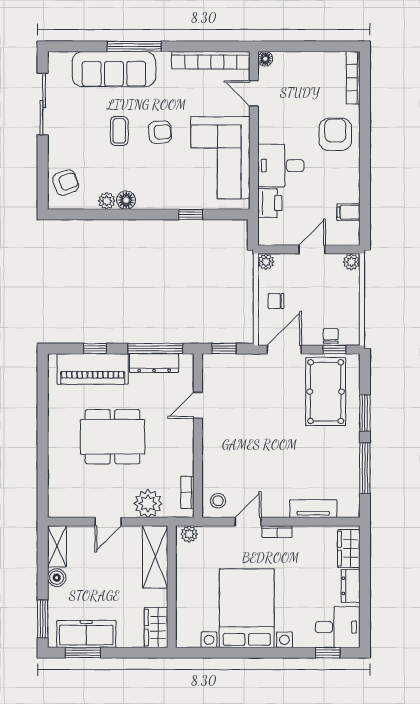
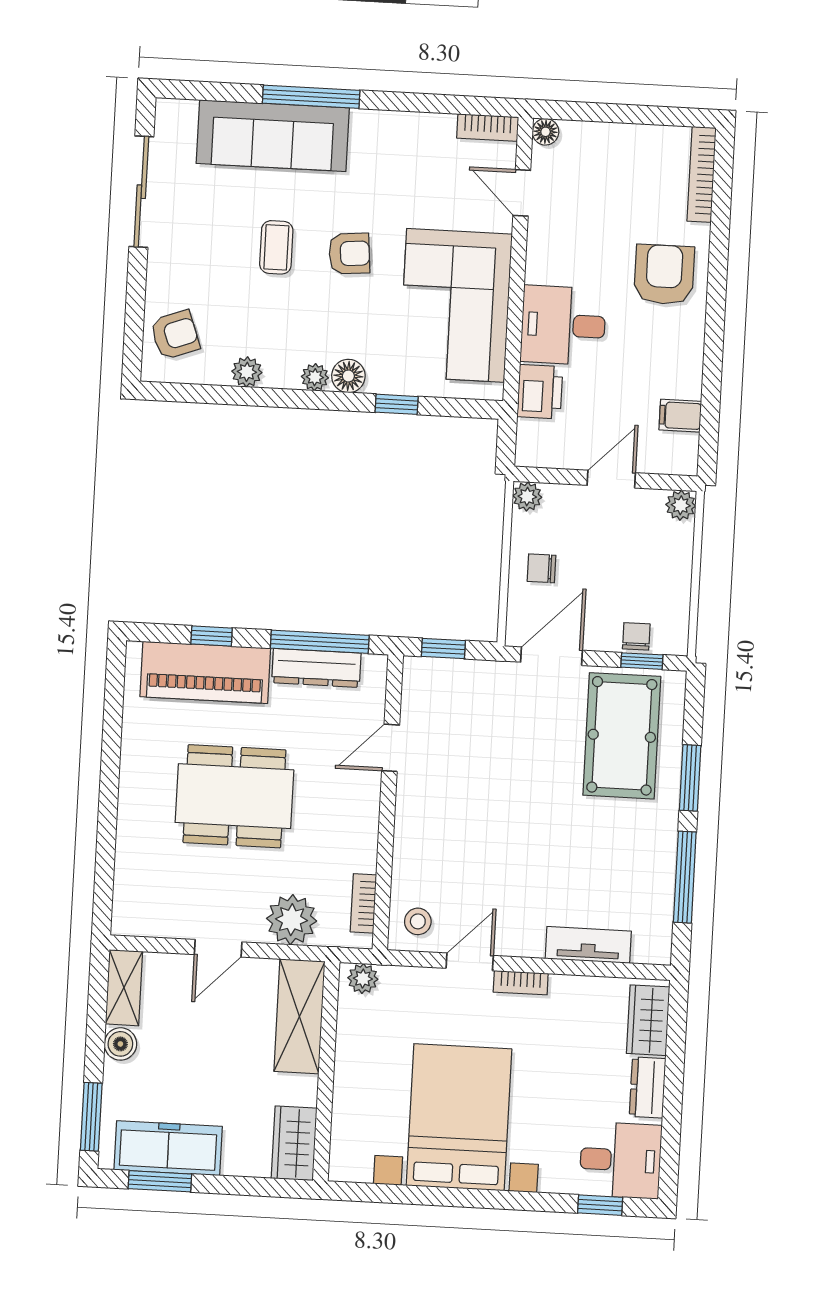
bookcase: (211, 60) -> (488, 128), width x0.43, depth x0.76
floor lamp: (126, 200) -> (348, 376), moved
plant: (145, 202) -> (315, 377), added

